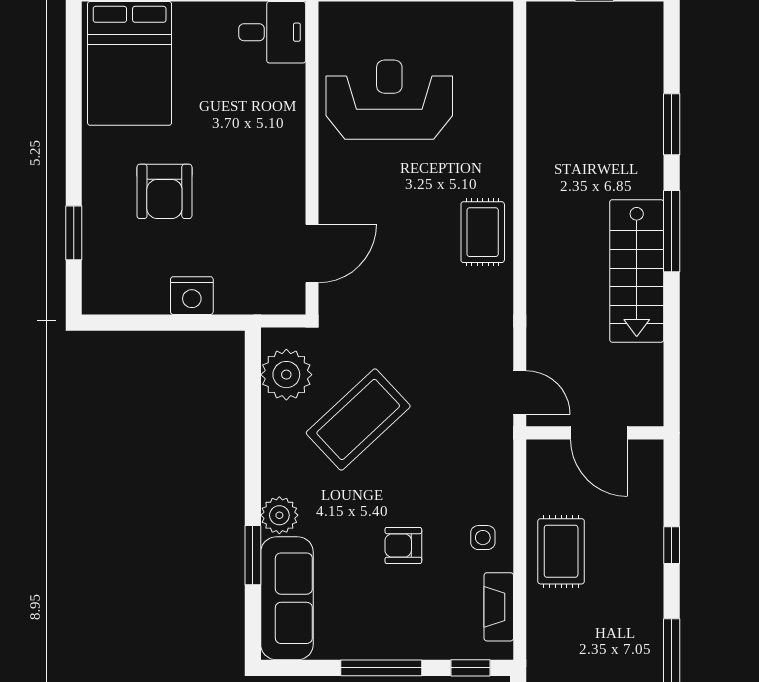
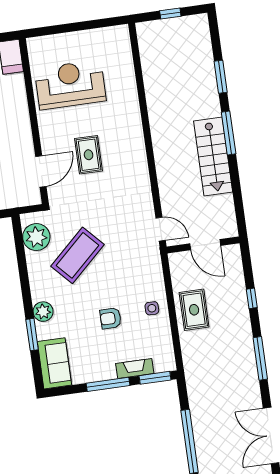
rug: (483, 232) -> (89, 155), moved
sofa: (287, 598) -> (54, 363), width x0.73
fireplace: (499, 607) -> (135, 369), moved, turned 90
window: (470, 668) -> (155, 378), width x1.50

